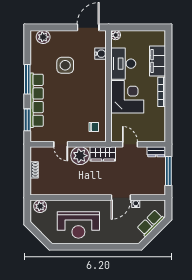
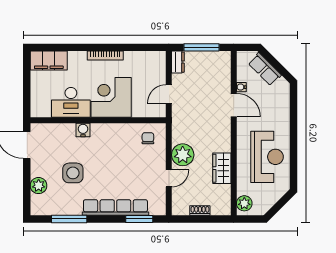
plant: (116, 35) -> (36, 112), removed
plant: (43, 37) -> (39, 186), moved
water cooler: (100, 54) -> (83, 130), moved
filing cabinet: (158, 61) -> (49, 61), moved
window: (27, 79) -> (69, 219), moved
wardrobe: (103, 154) -> (222, 168), moved, turned 180

